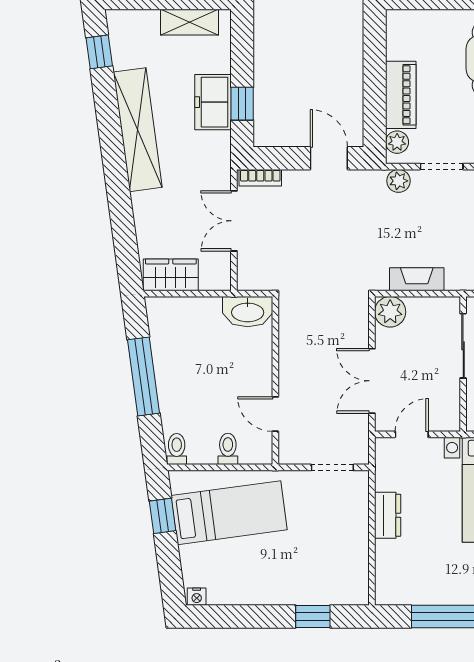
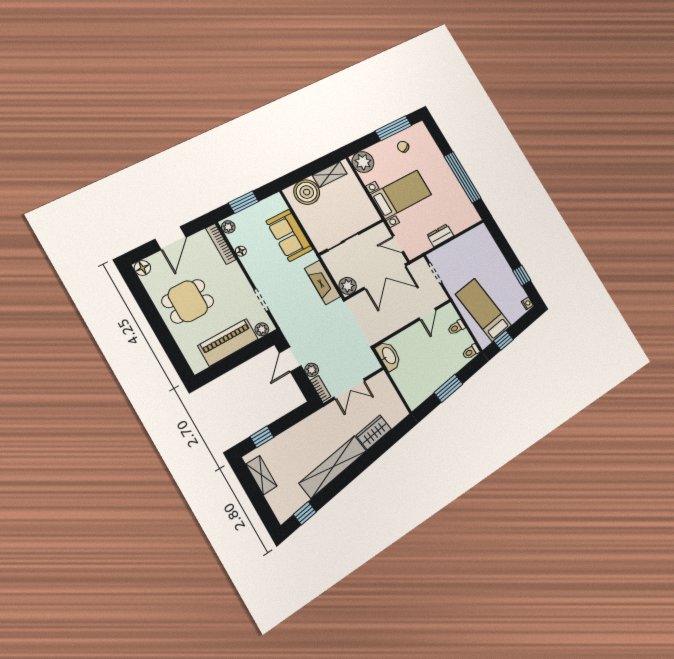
piano: (401, 95) -> (228, 342), width x1.37, depth x1.33
freezer: (213, 102) -> (296, 436), removed
window: (242, 104) -> (262, 437), moved
plant: (398, 181) -> (312, 370), moved
wardrobe: (171, 275) -> (374, 432), moved, turned 82
fireplace: (417, 279) -> (323, 283), width x1.37, depth x1.32
window: (144, 376) -> (448, 388), width x0.69
double door: (372, 381) -> (385, 276), width x1.37
window: (313, 617) -> (522, 276), moved

